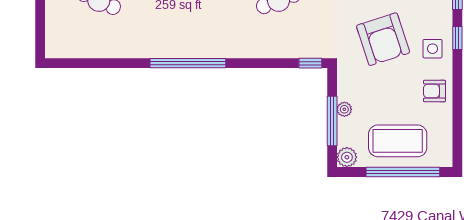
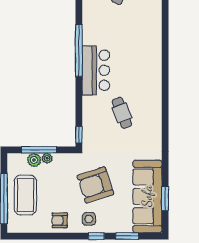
bar counter: (217, 39) -> (96, 70), added
armchair: (434, 91) -> (60, 220), turned -90
plant: (347, 157) -> (34, 160), moved

